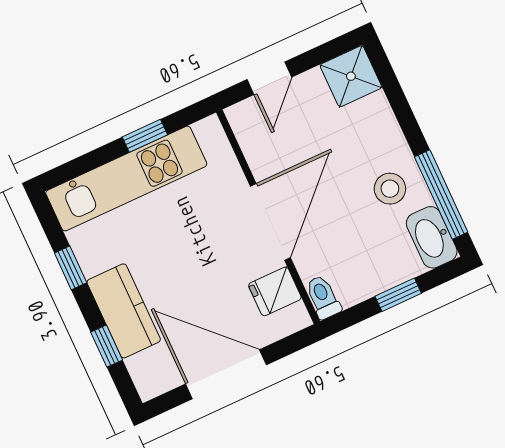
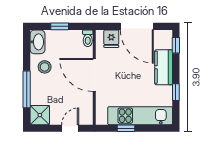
window: (441, 194) -> (27, 89), moved
door: (270, 222) -> (94, 75), hinge flipped
fridge: (275, 291) -> (111, 39), moved, turned 90
window: (107, 346) -> (176, 45), moved

